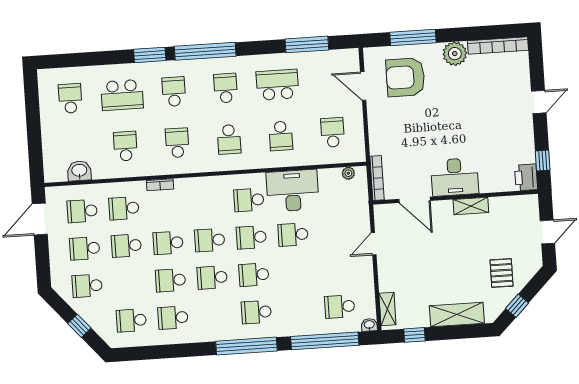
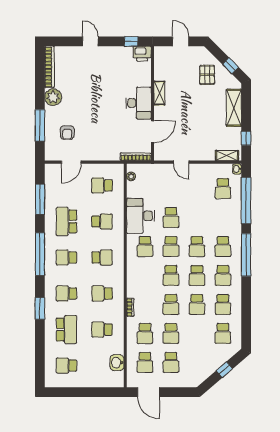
window: (205, 51) -> (40, 254), moved
armchair: (405, 77) -> (67, 133), width x0.53, depth x0.53
pallet: (502, 273) -> (207, 75), turned 90
school desk: (87, 286) -> (223, 275), moved

